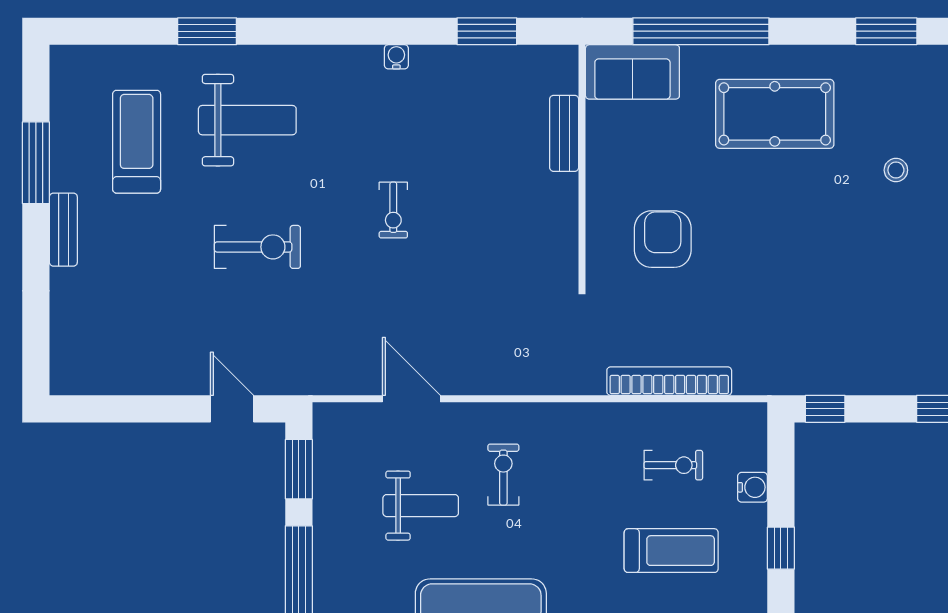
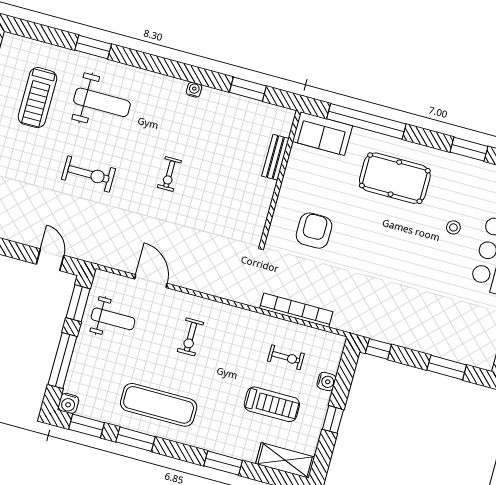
treadmill: (137, 142) -> (37, 98), turned 180
exercise bike: (503, 475) -> (190, 337), turned 180
weight bench: (421, 506) -> (113, 319), moved

